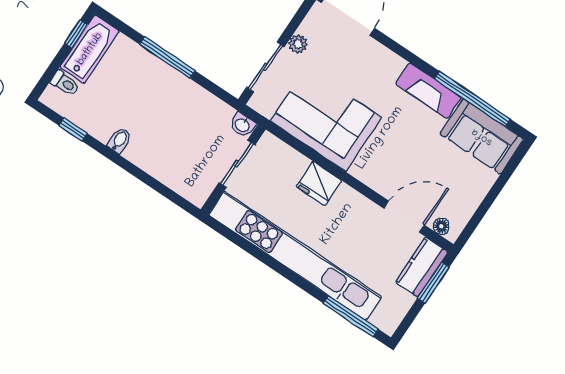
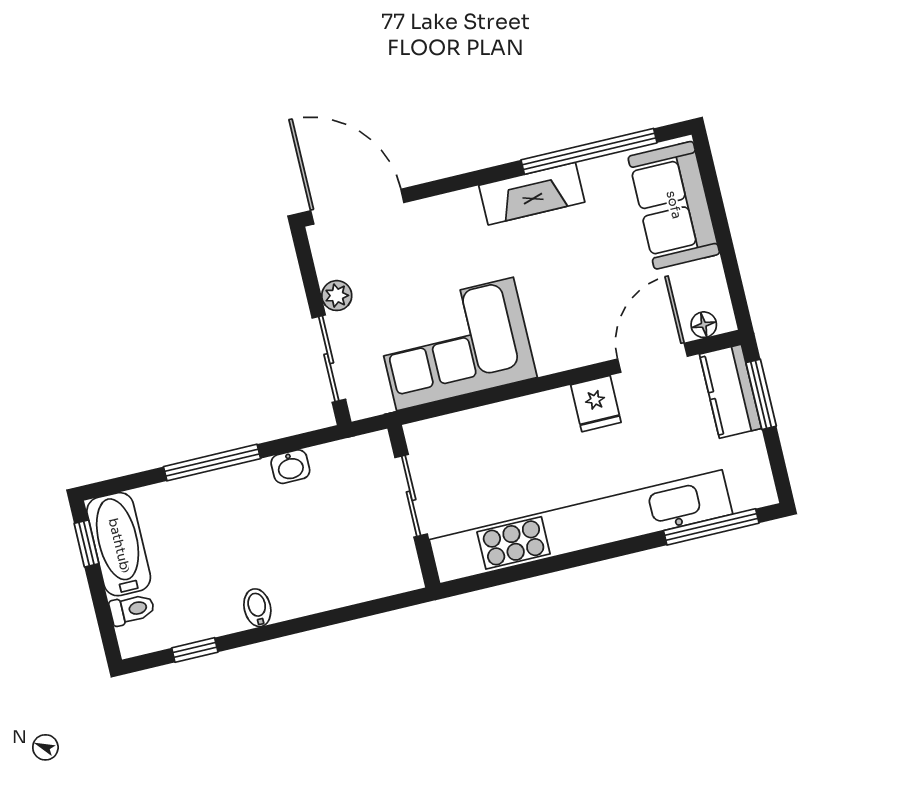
washbasin: (242, 125) -> (290, 467), moved
sofa: (482, 137) -> (674, 205), moved, turned 90
fridge: (319, 183) -> (596, 404), moved, width x0.72

